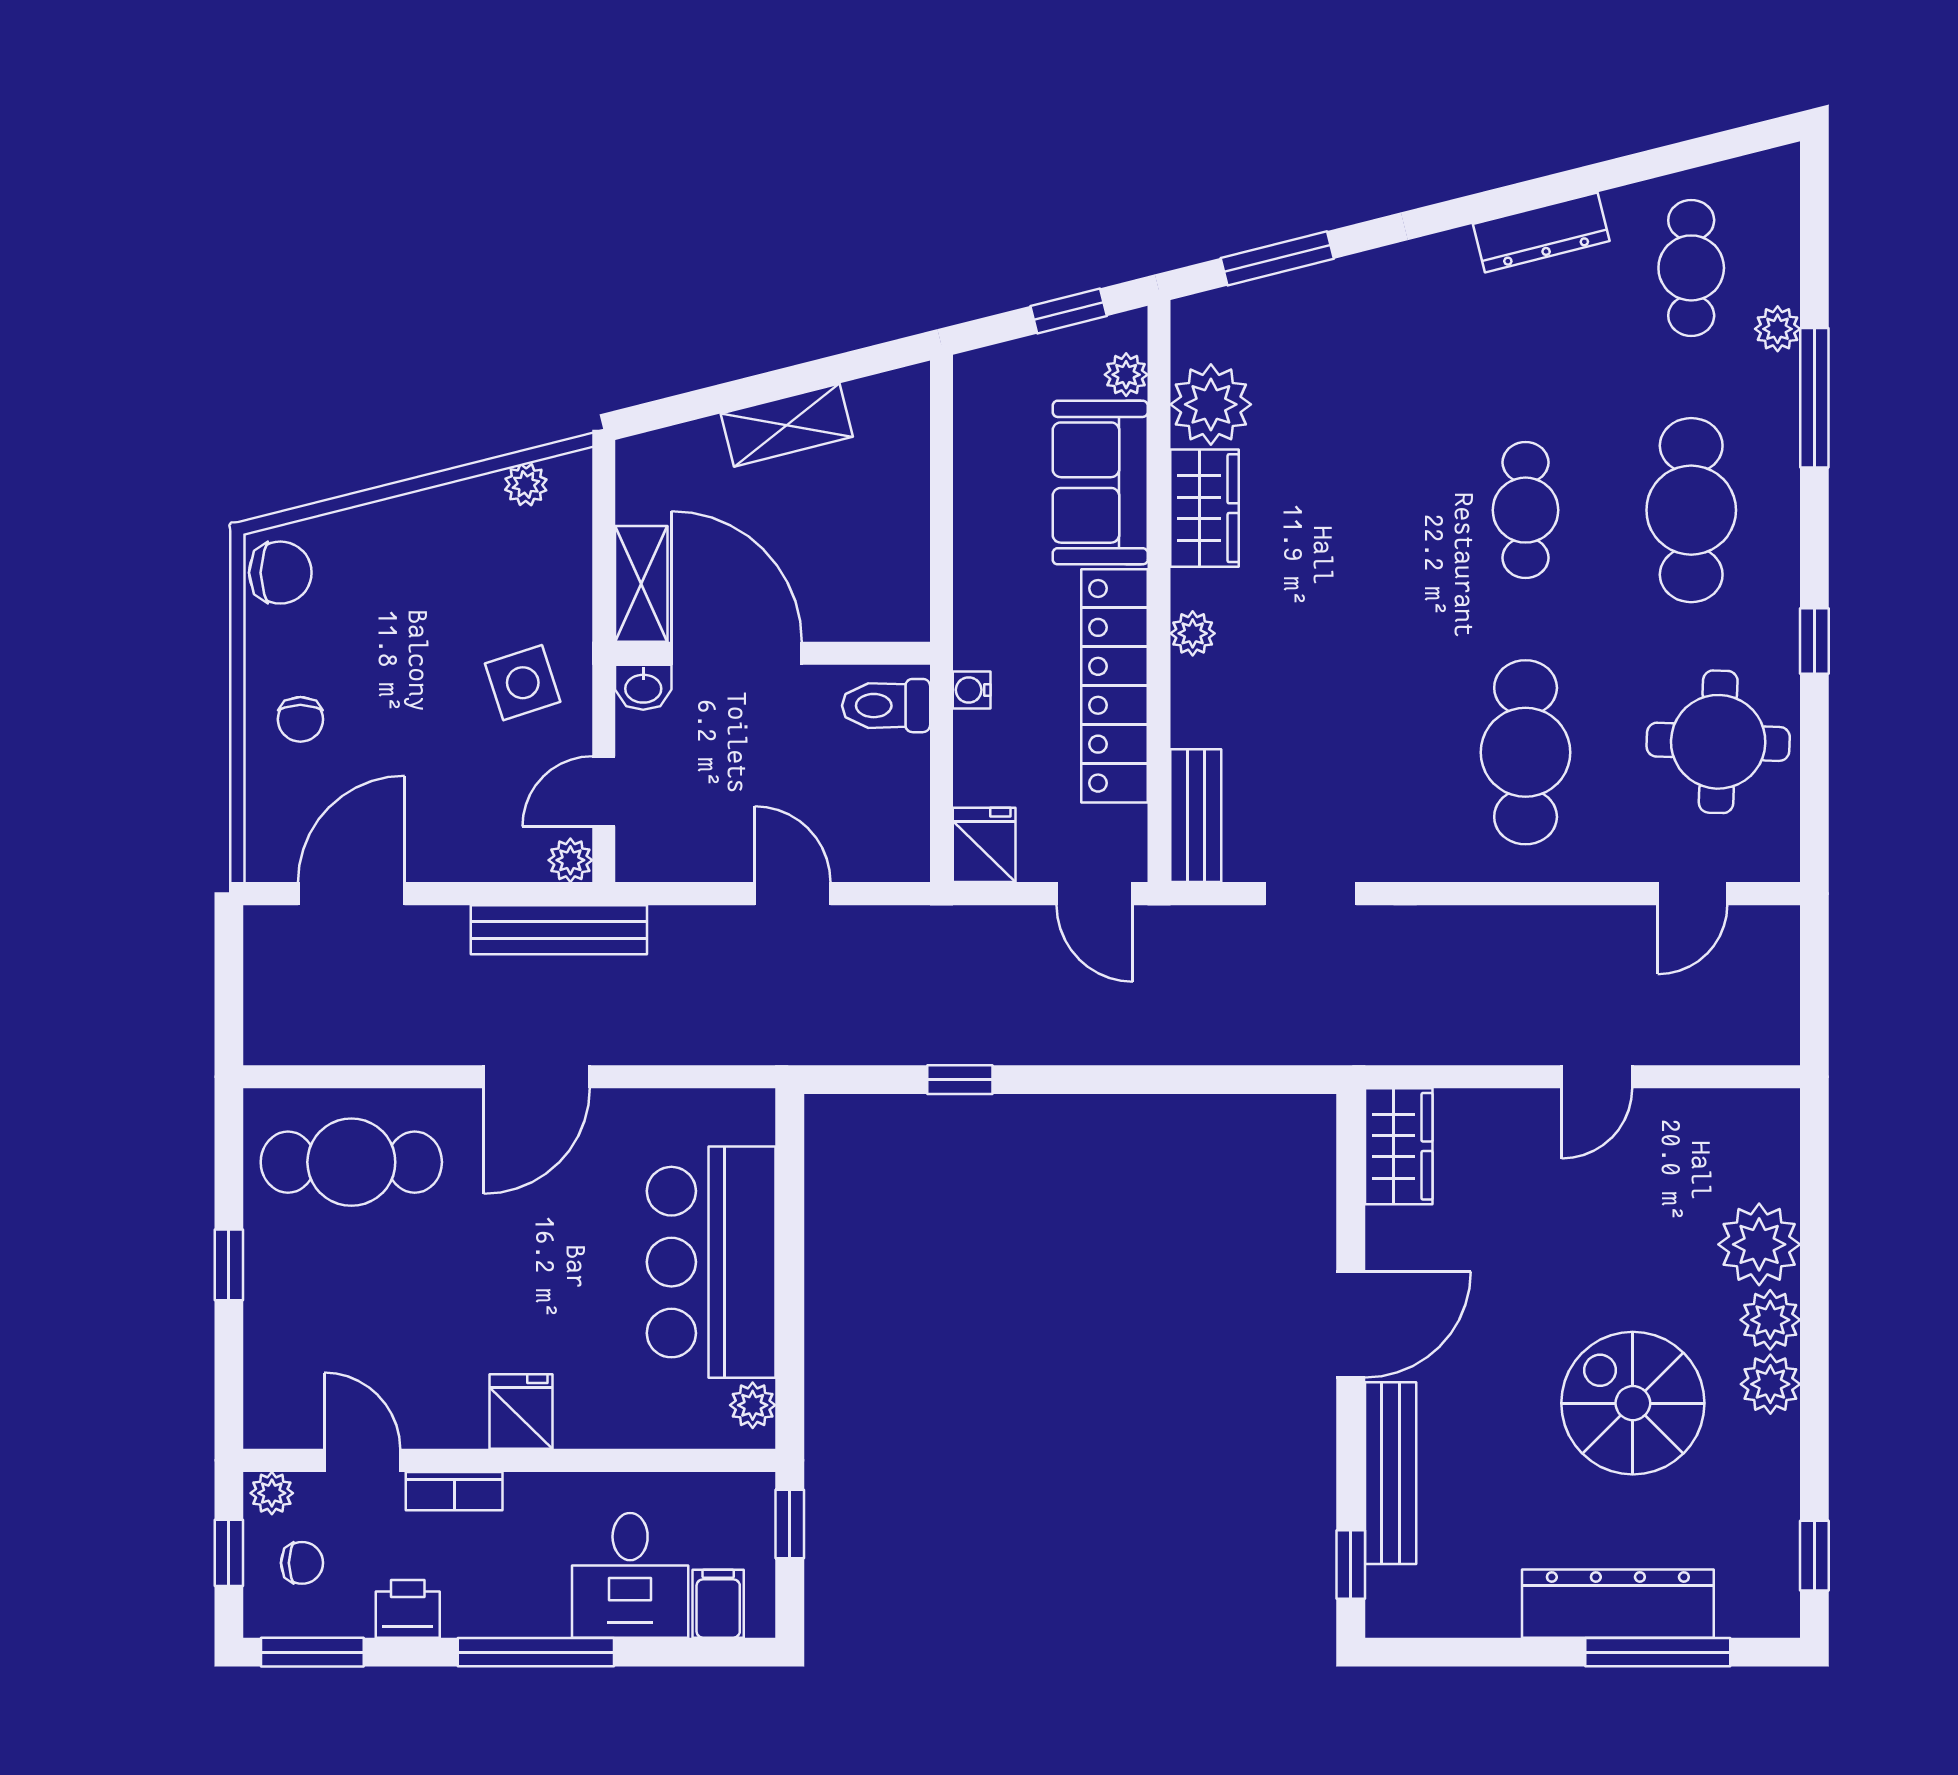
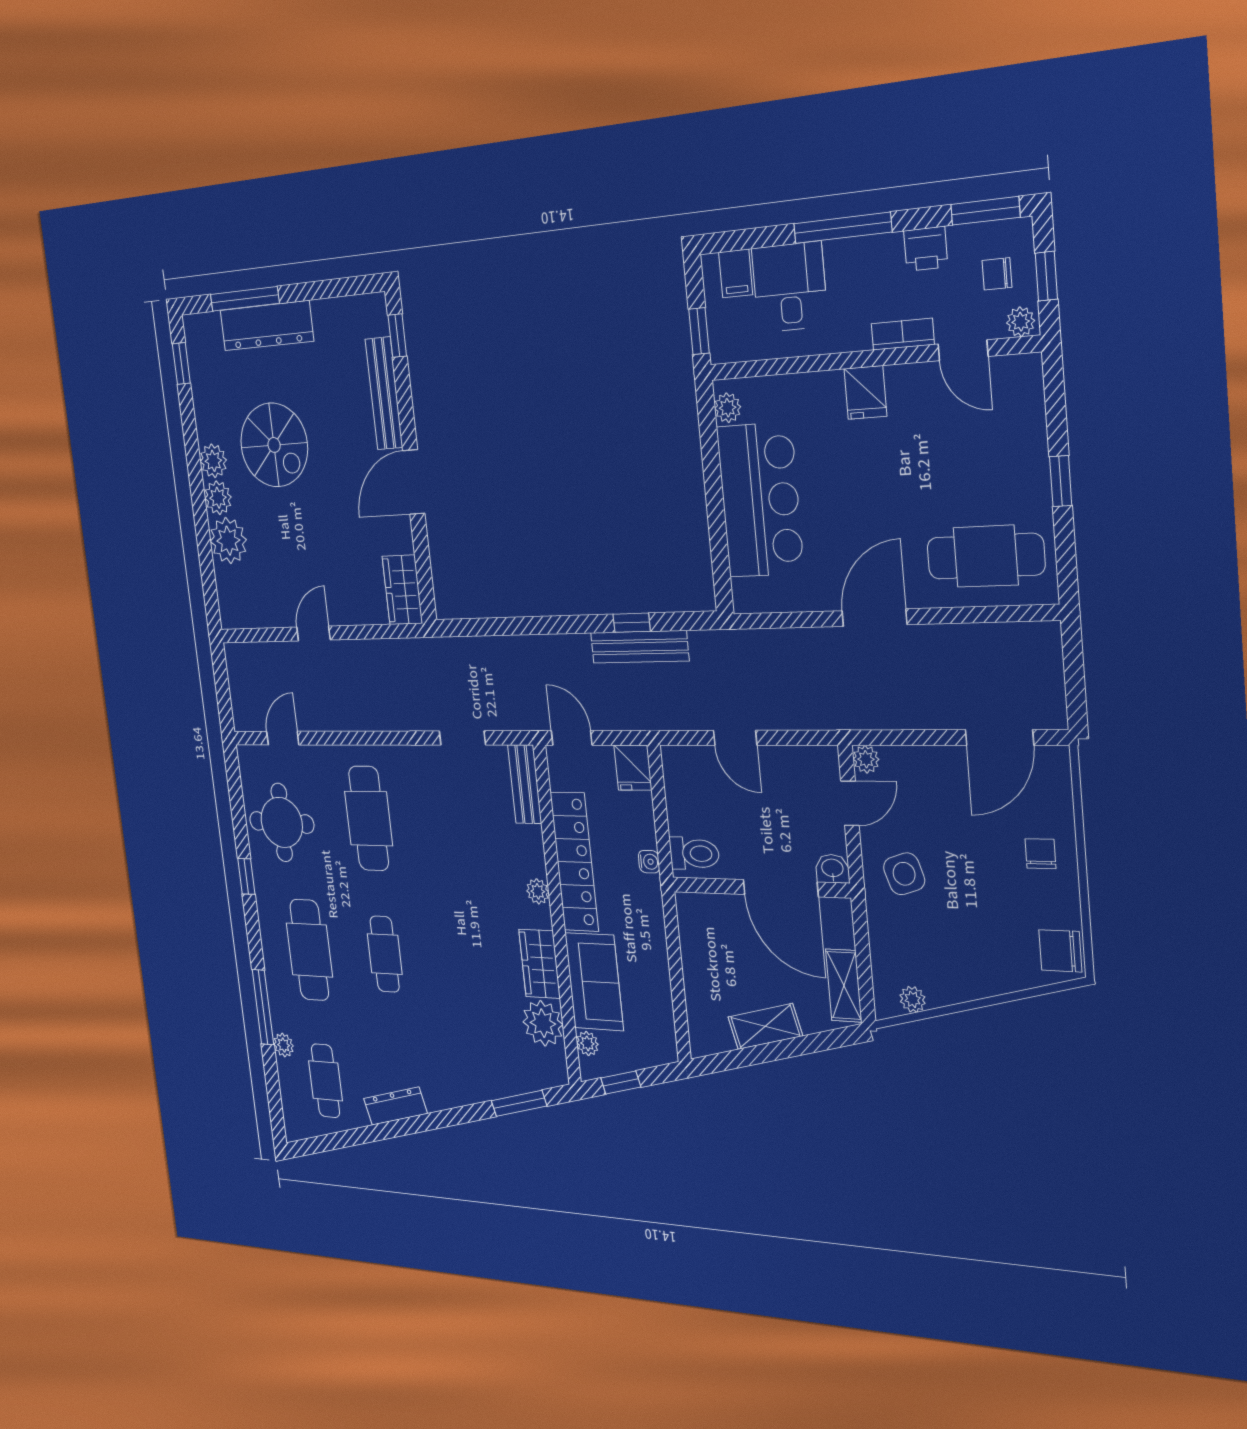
shelving: (641, 584) -> (844, 986), moved
bench: (559, 930) -> (640, 647), moved

